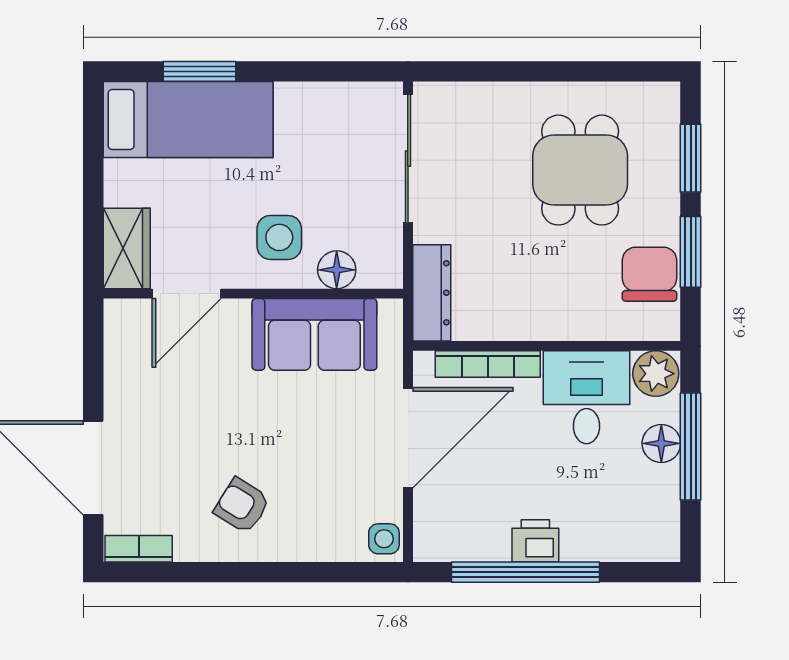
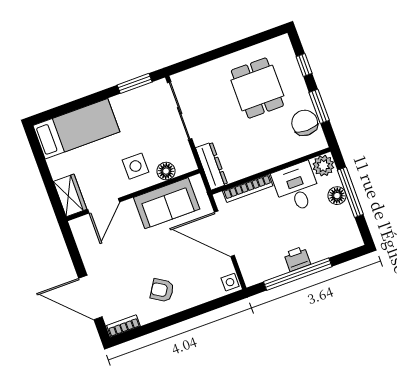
window: (199, 71) -> (135, 83), moved
window: (691, 158) -> (304, 65), width x0.67
door: (408, 438) -> (224, 234), swing flipped

